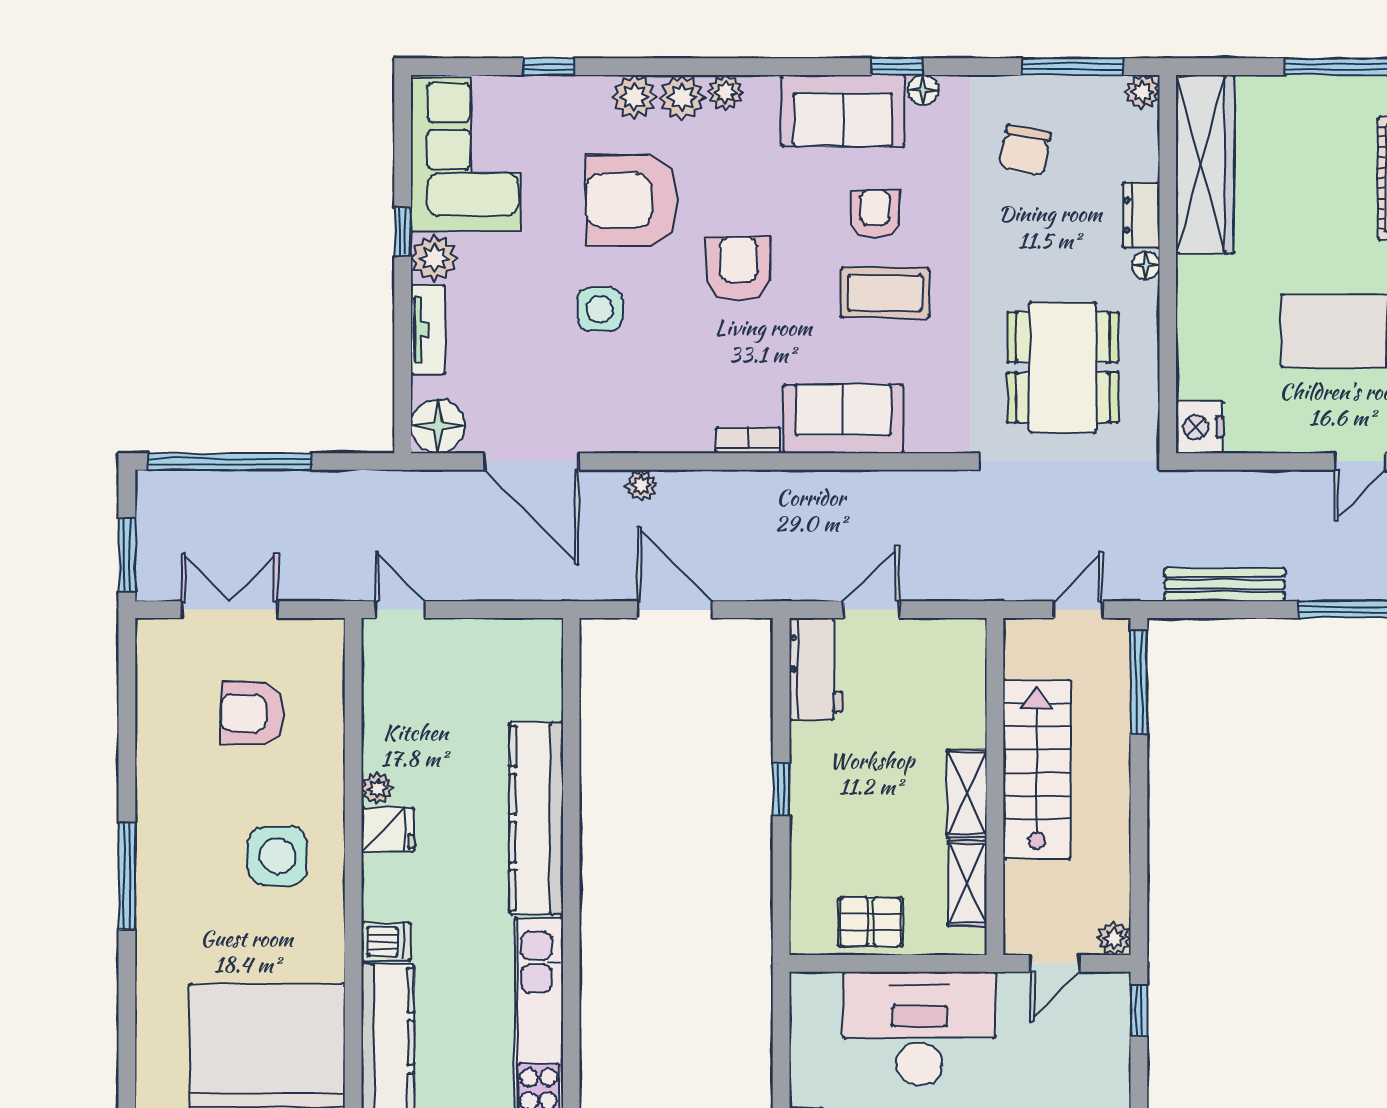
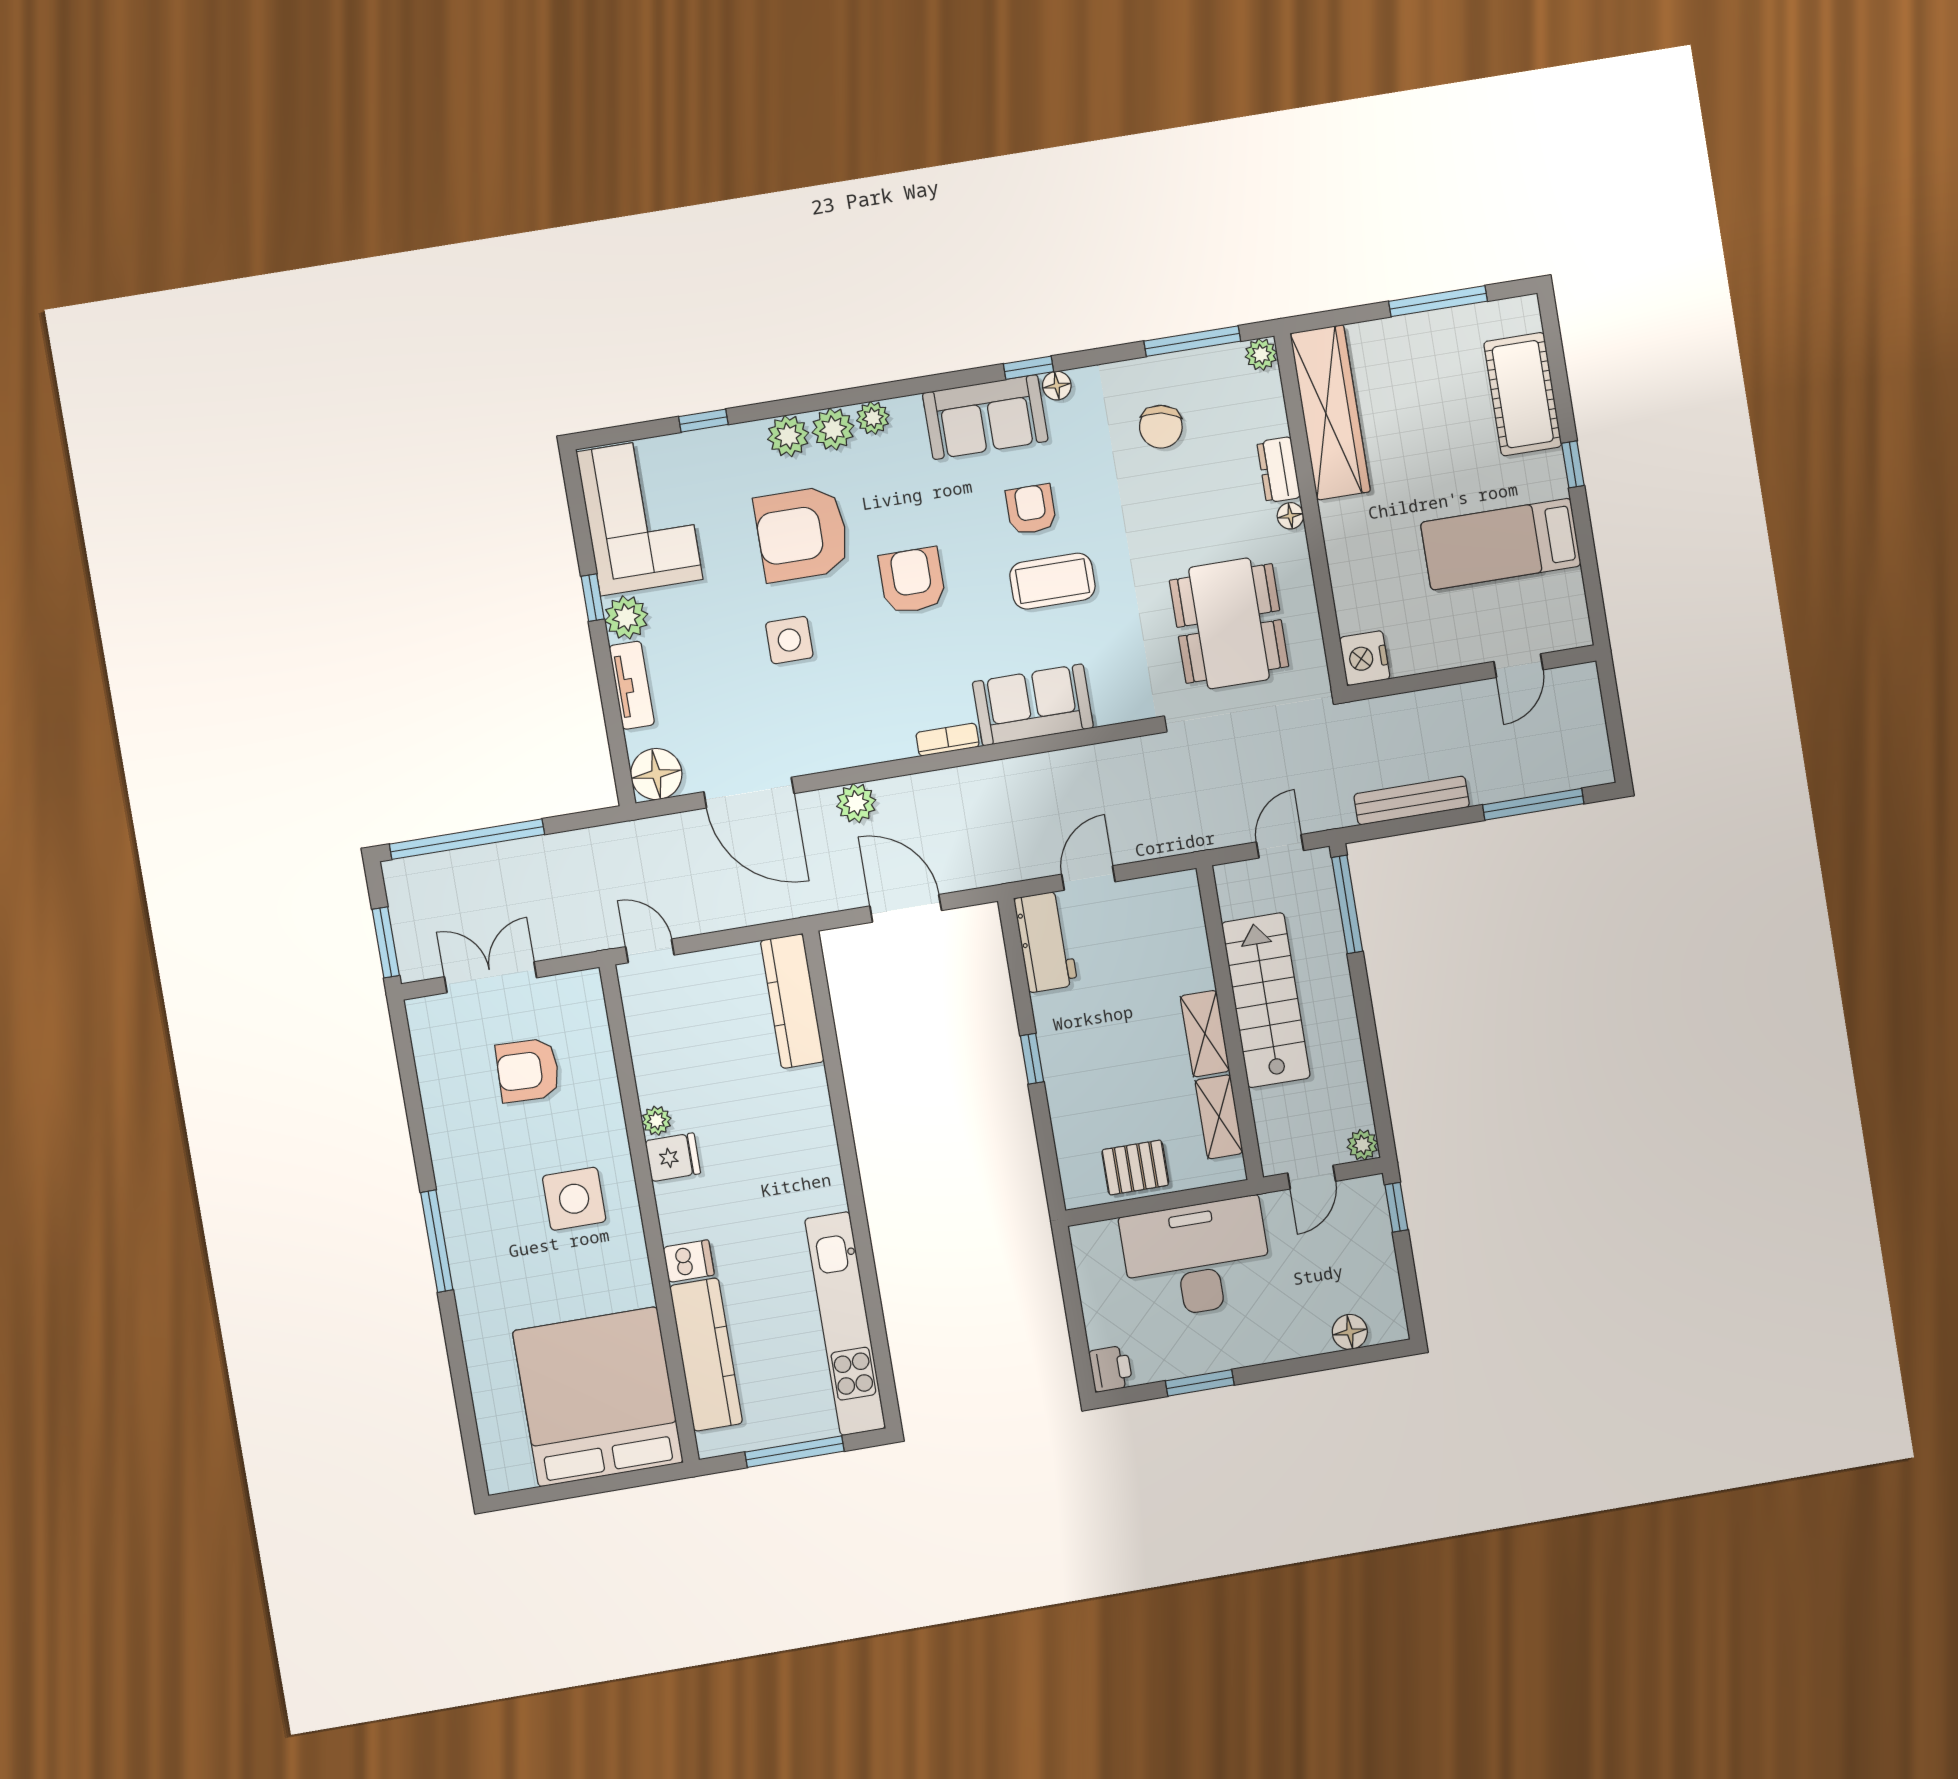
plant: (641, 485) -> (856, 803), width x1.38, depth x1.38
kitchen counter: (536, 818) -> (792, 1001), moved, width x0.72, depth x0.86

